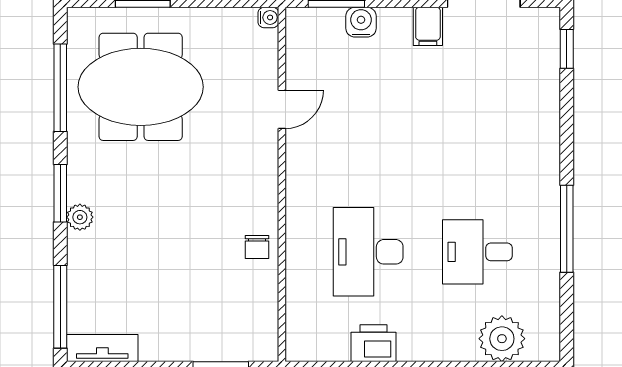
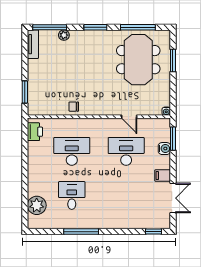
desk: (368, 117) -> (126, 151), added
plant: (80, 217) -> (64, 35), moved
printer: (374, 343) -> (35, 132), moved

